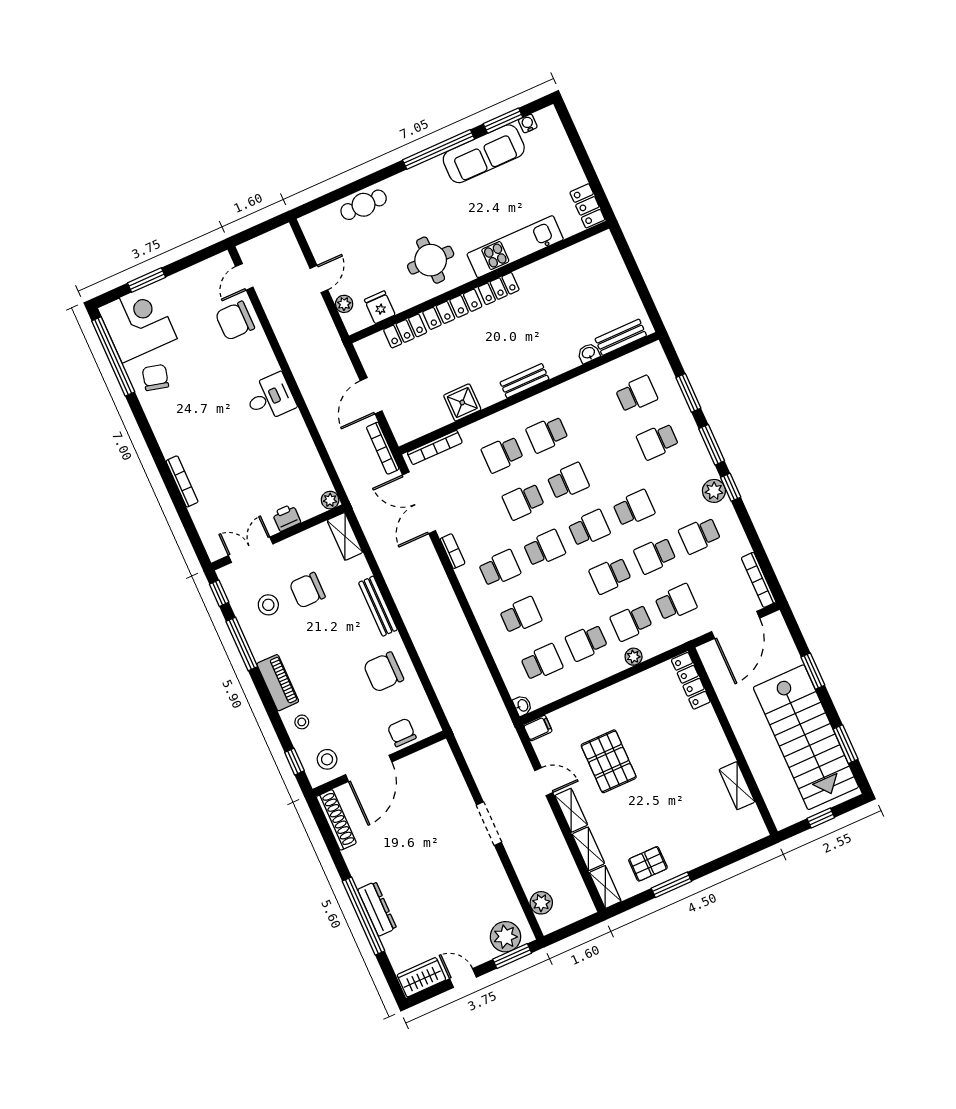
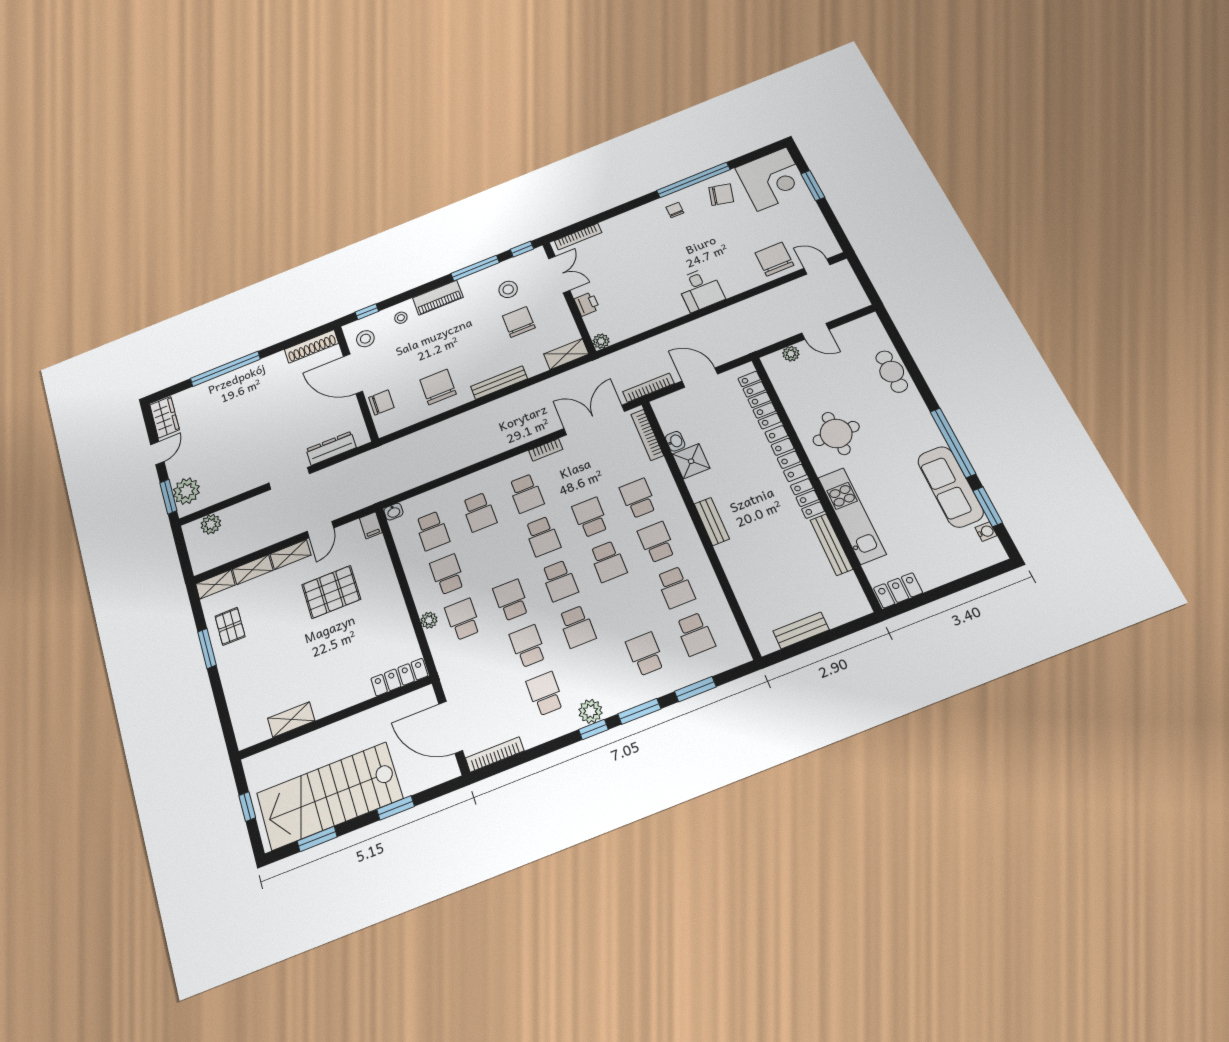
bench: (545, 266) -> (831, 545), added
fridge: (380, 307) -> (788, 386), removed
locker: (405, 331) -> (759, 400), width x1.53
bench: (621, 337) -> (801, 630), moved, turned 90
washbasin: (589, 353) -> (675, 441), moved
window: (113, 356) -> (693, 180), moved
chair: (173, 427) -> (675, 210), added
bookcase: (182, 481) -> (578, 237), moved
school desk: (676, 602) -> (676, 587), moved
dresser: (377, 909) -> (331, 448), moved, turned 180

